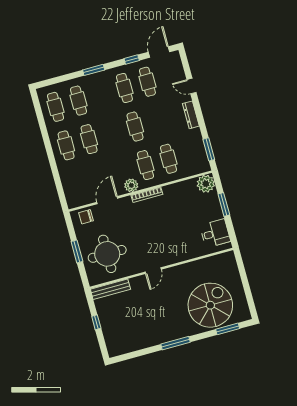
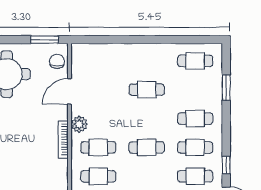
window: (94, 70) -> (226, 88), moved
cafe table: (79, 101) -> (195, 119), moved
cafe table: (66, 145) -> (147, 61), removed
door: (107, 200) -> (69, 91), swing flipped
window: (77, 251) -> (45, 40), moved

